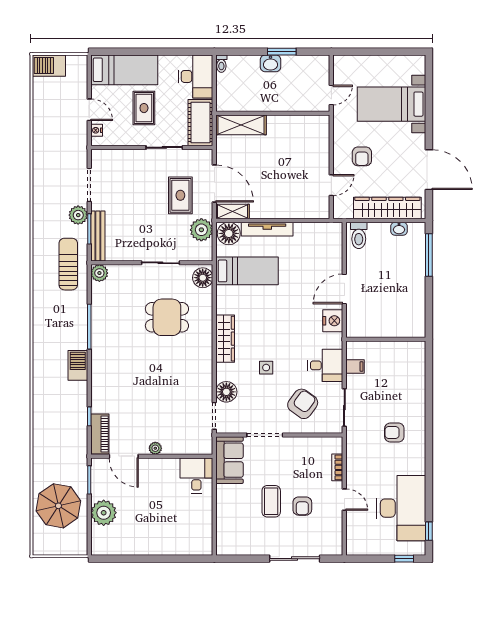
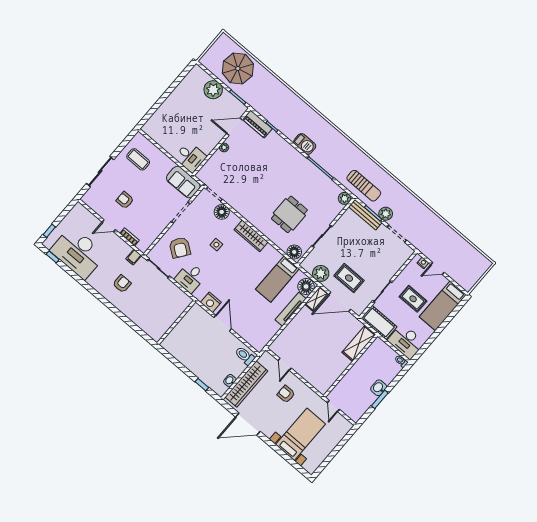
barbecue: (49, 66) -> (480, 267), removed
window: (429, 255) -> (202, 385), width x0.46
filing cabinet: (355, 367) -> (134, 257), moved
coffee table: (271, 501) -> (138, 159), moved

